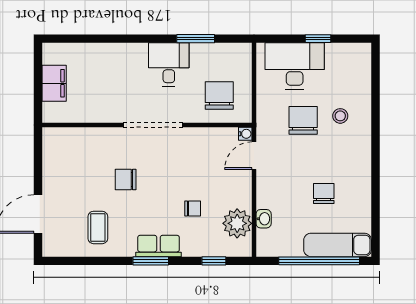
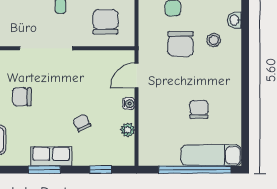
chair: (303, 120) -> (180, 44), turned 180
water cooler: (245, 134) -> (129, 104), moved
chair: (193, 208) -> (82, 123), turned -117
washbasin: (264, 219) -> (235, 20), moved, turned 180
plant: (237, 223) -> (128, 130), width x0.53, depth x0.53

